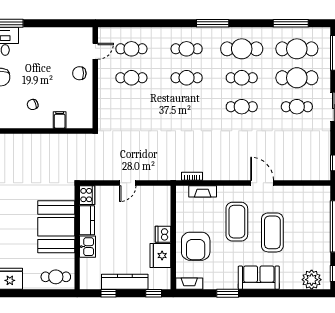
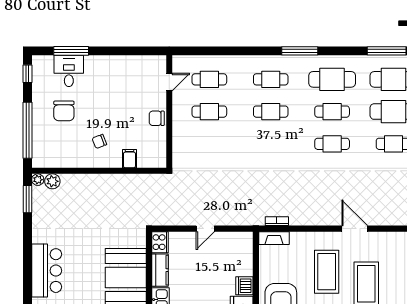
chair: (79, 73) -> (157, 118), moved
fireplace: (203, 191) -> (274, 238), moved

